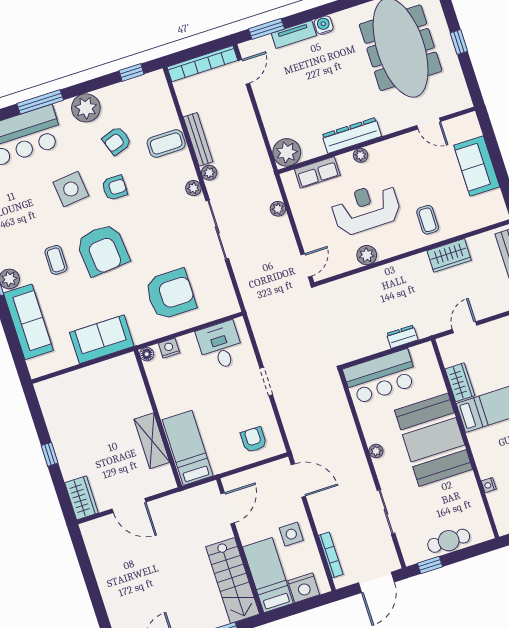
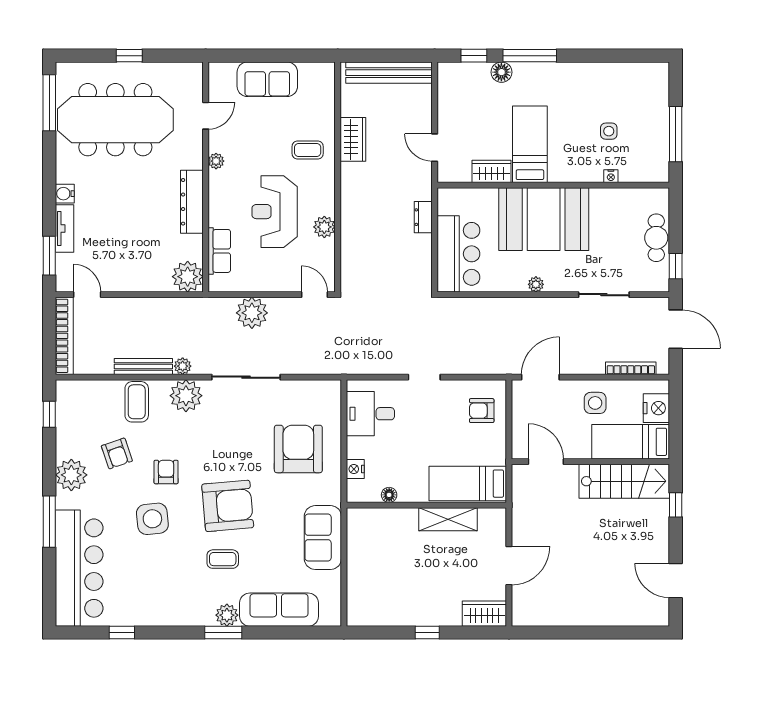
plant: (361, 155) -> (216, 161), moved
plant: (193, 188) -> (186, 396), width x1.88, depth x1.88
plant: (278, 209) -> (252, 313), width x1.88, depth x1.88
floor lamp: (147, 354) -> (389, 495), moved

